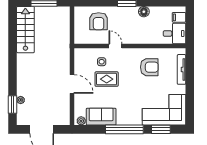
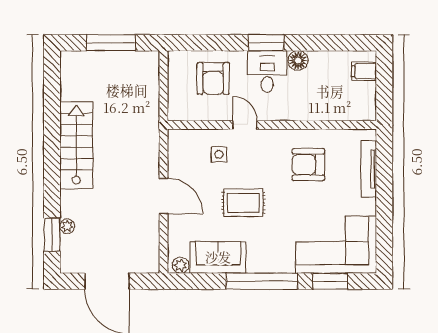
stairs: (25, 30) -> (76, 145), moved
desk: (174, 34) -> (267, 72), moved, turned -90
armchair: (149, 67) -> (308, 165), turned 180
rug: (107, 79) -> (243, 203), moved

